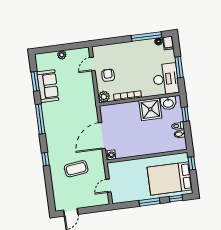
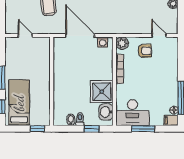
washing machine: (110, 155) -> (103, 42), moved
bed: (170, 178) -> (19, 103), width x0.67

